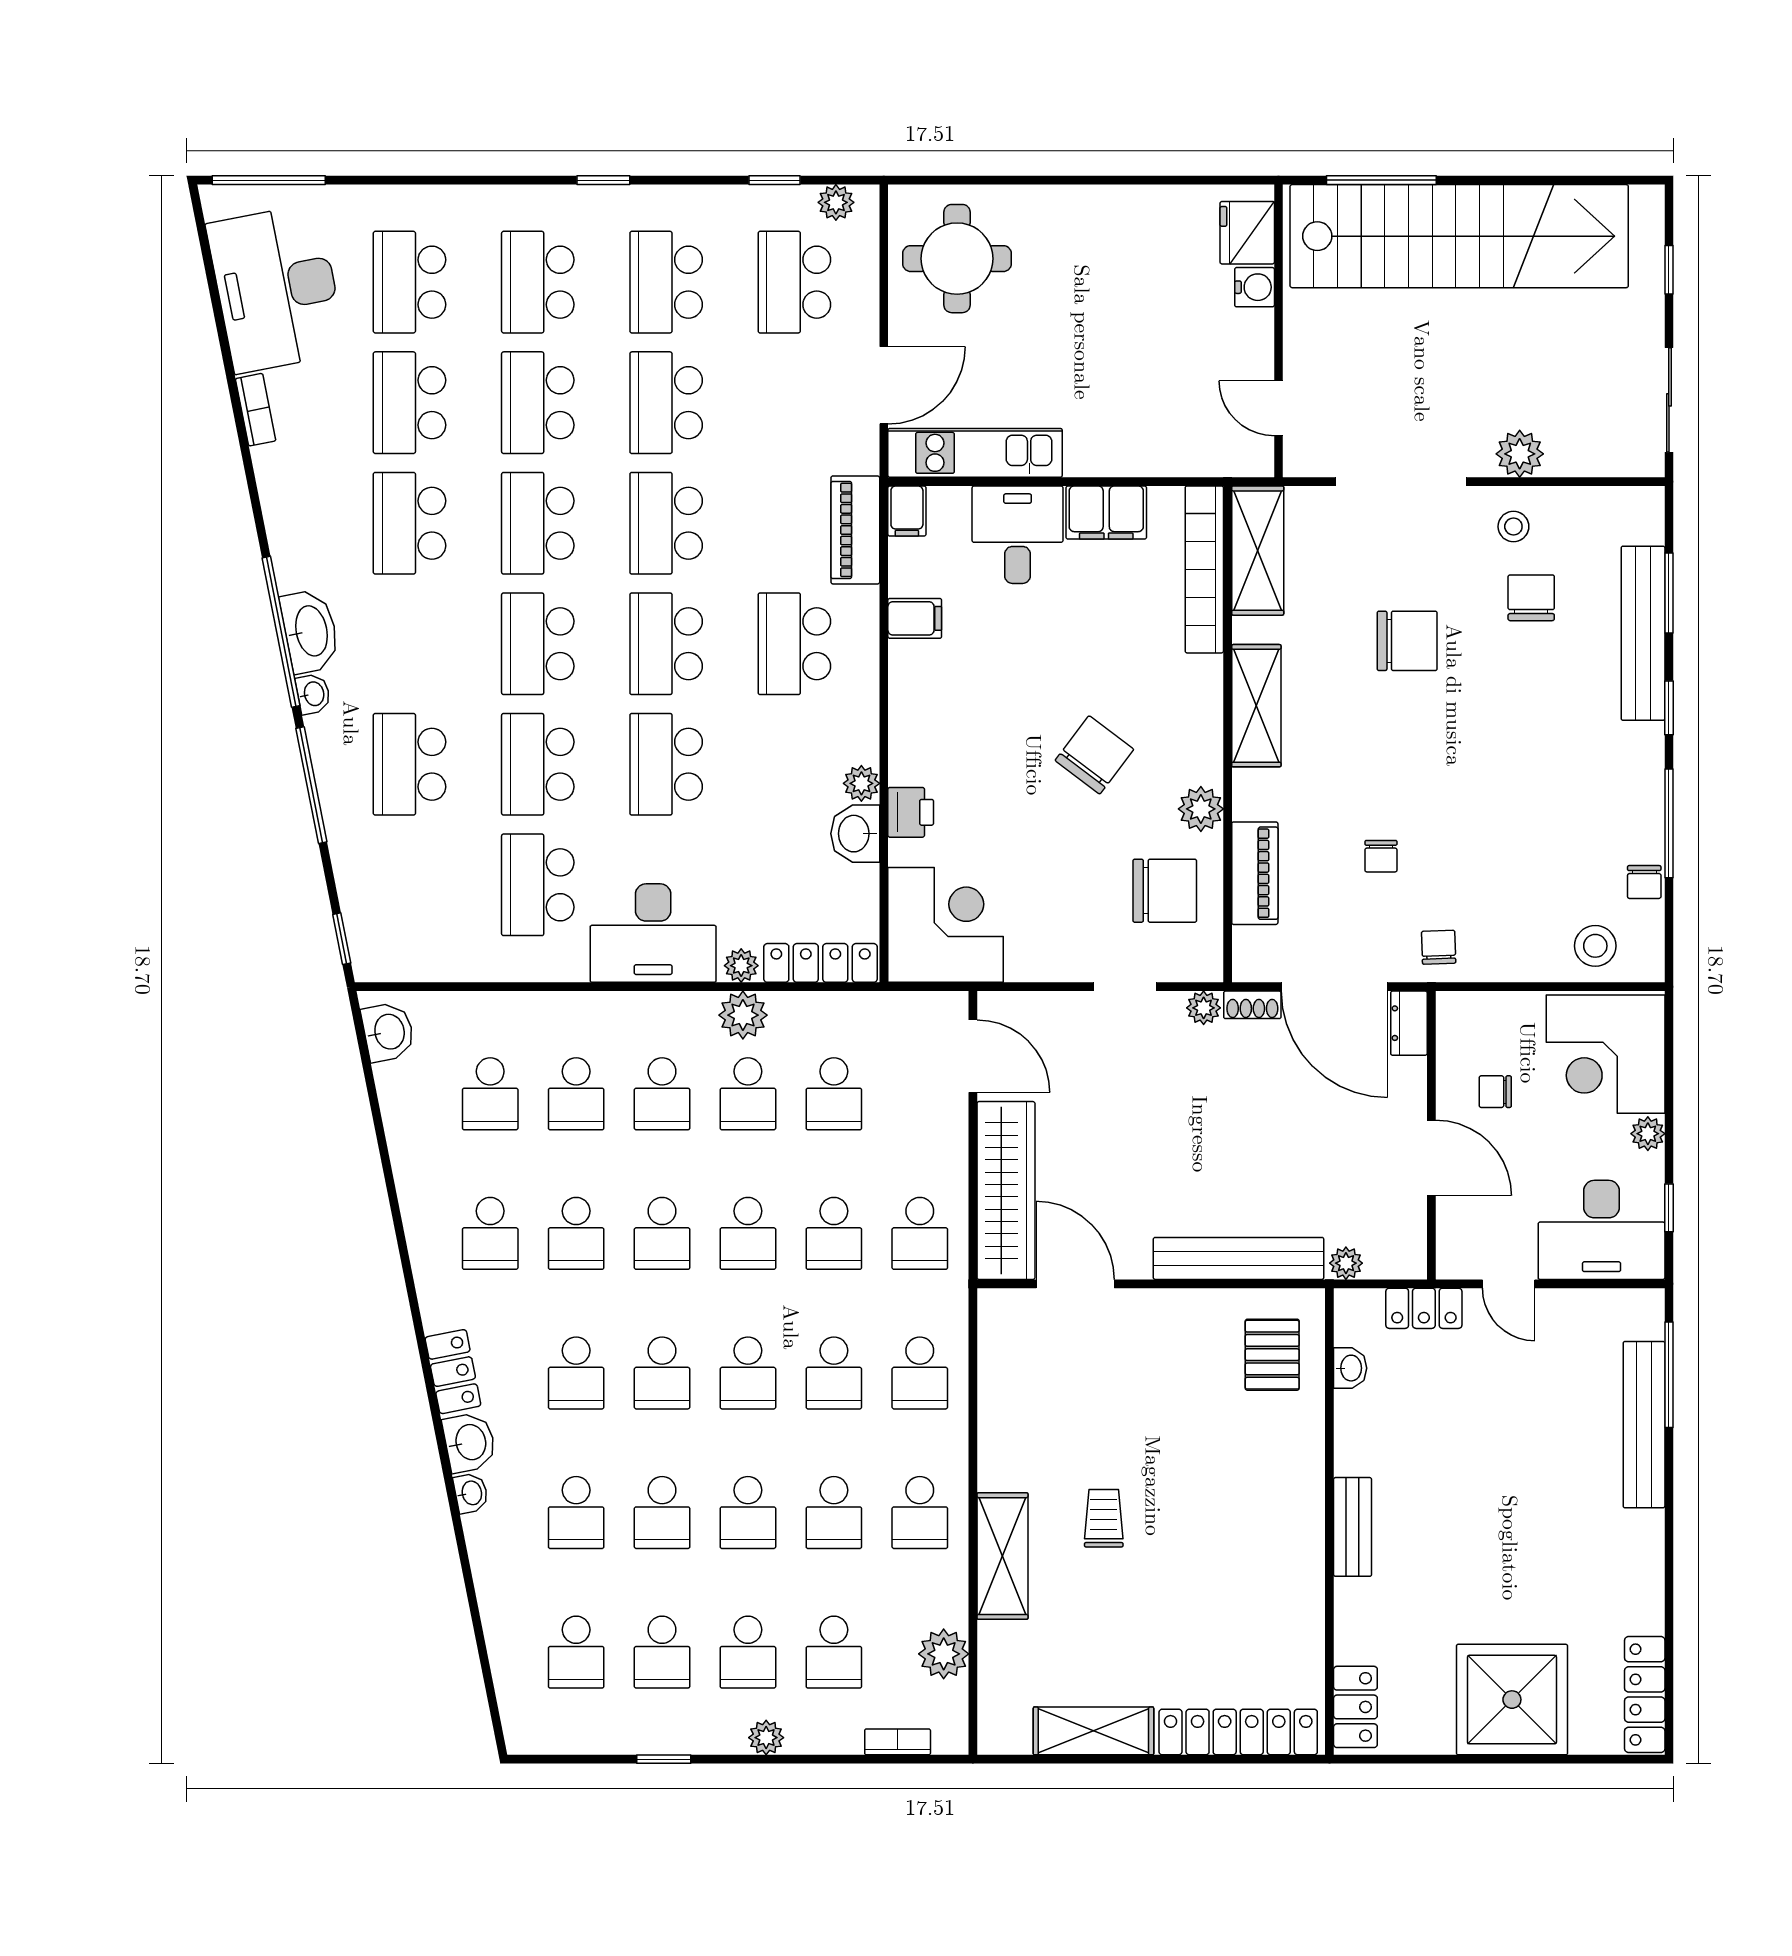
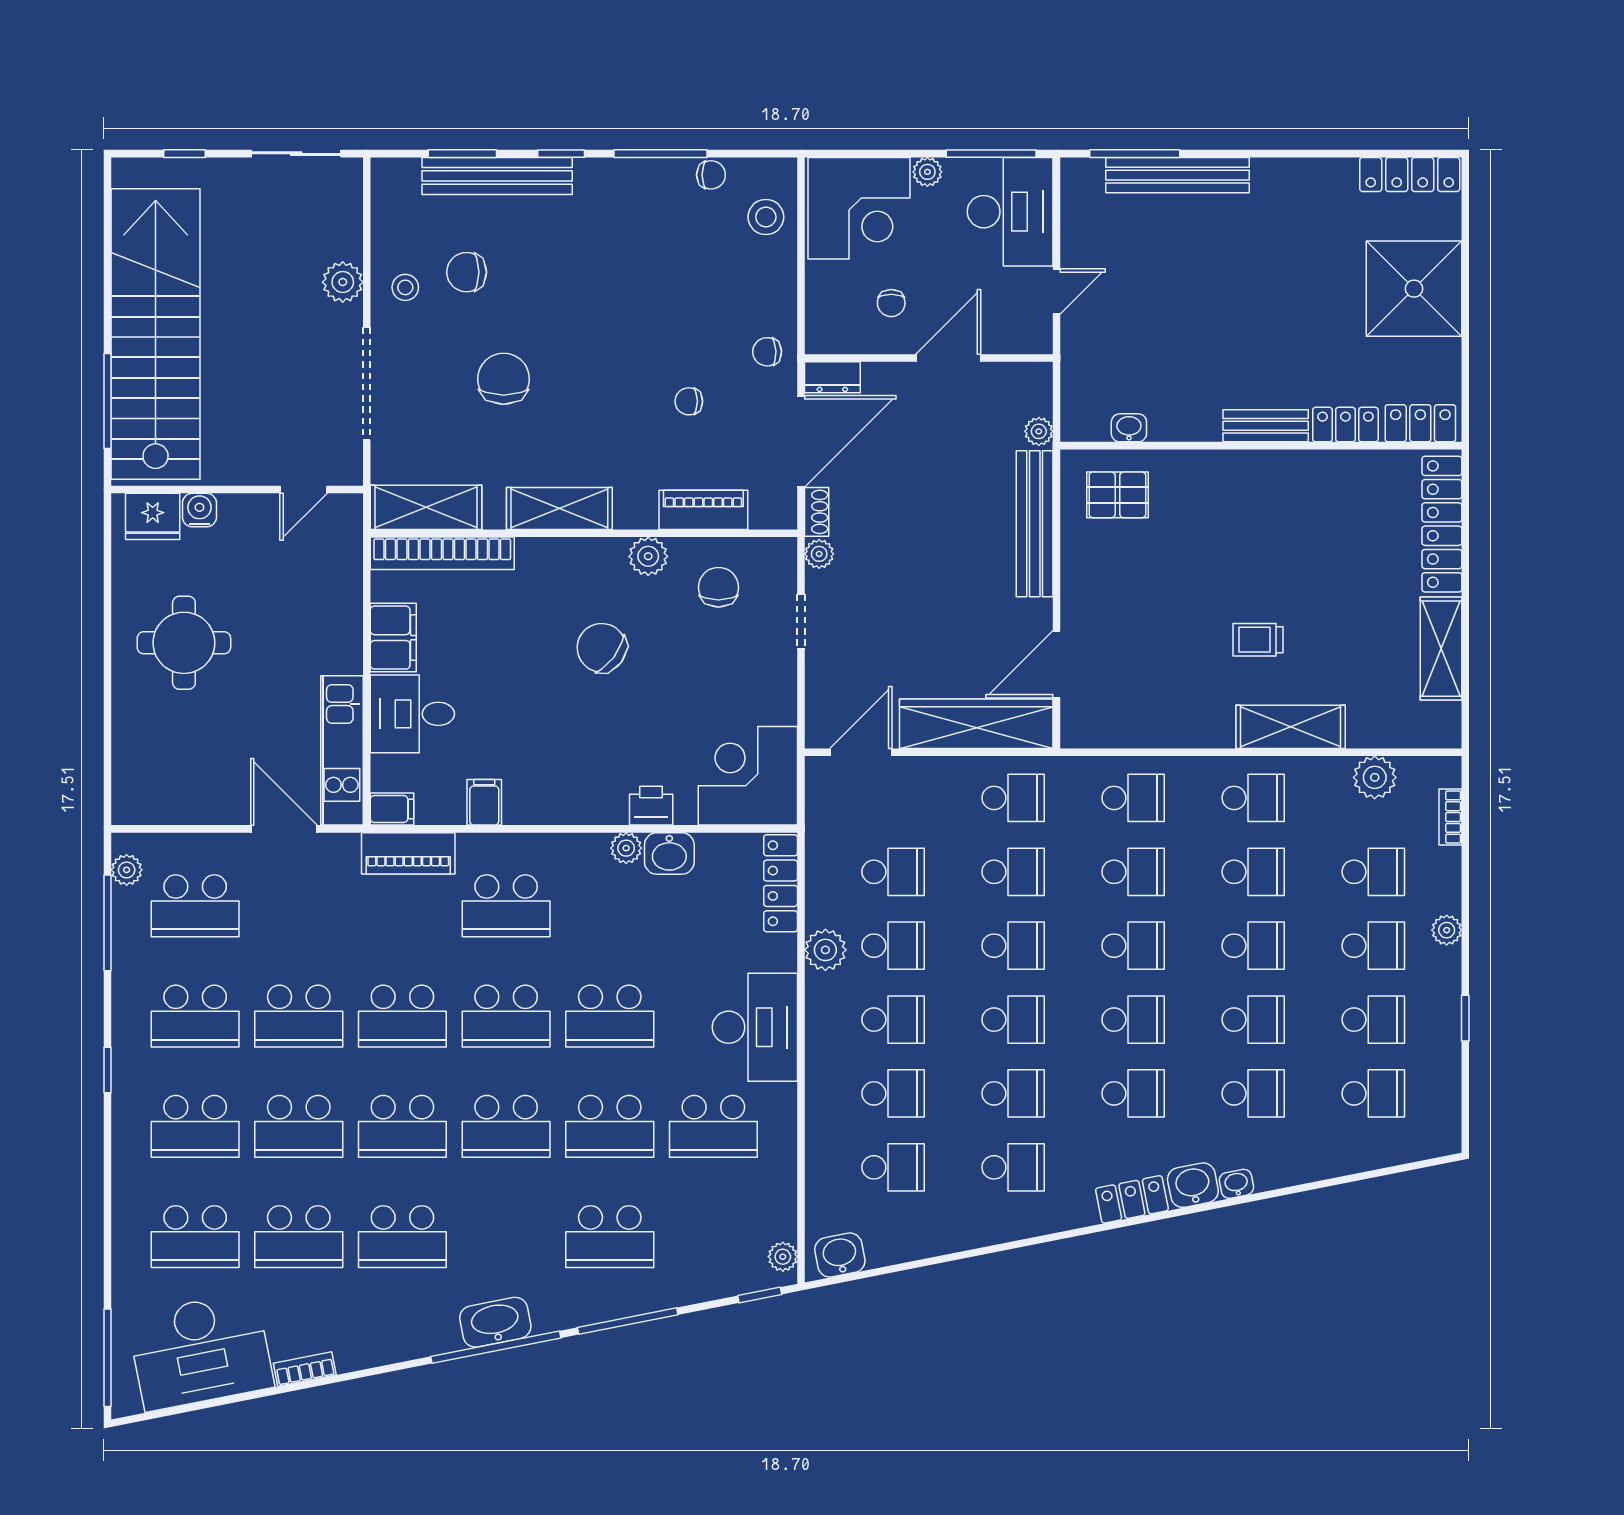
window: (774, 180) -> (107, 923), width x2.17
round table: (957, 259) -> (184, 643), moved
washbasin: (313, 694) -> (549, 1320), removed
chair: (1381, 856) -> (689, 401), turned 180
chair: (1165, 891) -> (718, 587), width x0.73, depth x0.73
plant: (741, 966) -> (783, 1257), moved
window: (1669, 1208) -> (991, 154), width x2.17
locker: (1424, 1308) -> (1345, 425), moved, turned -90

